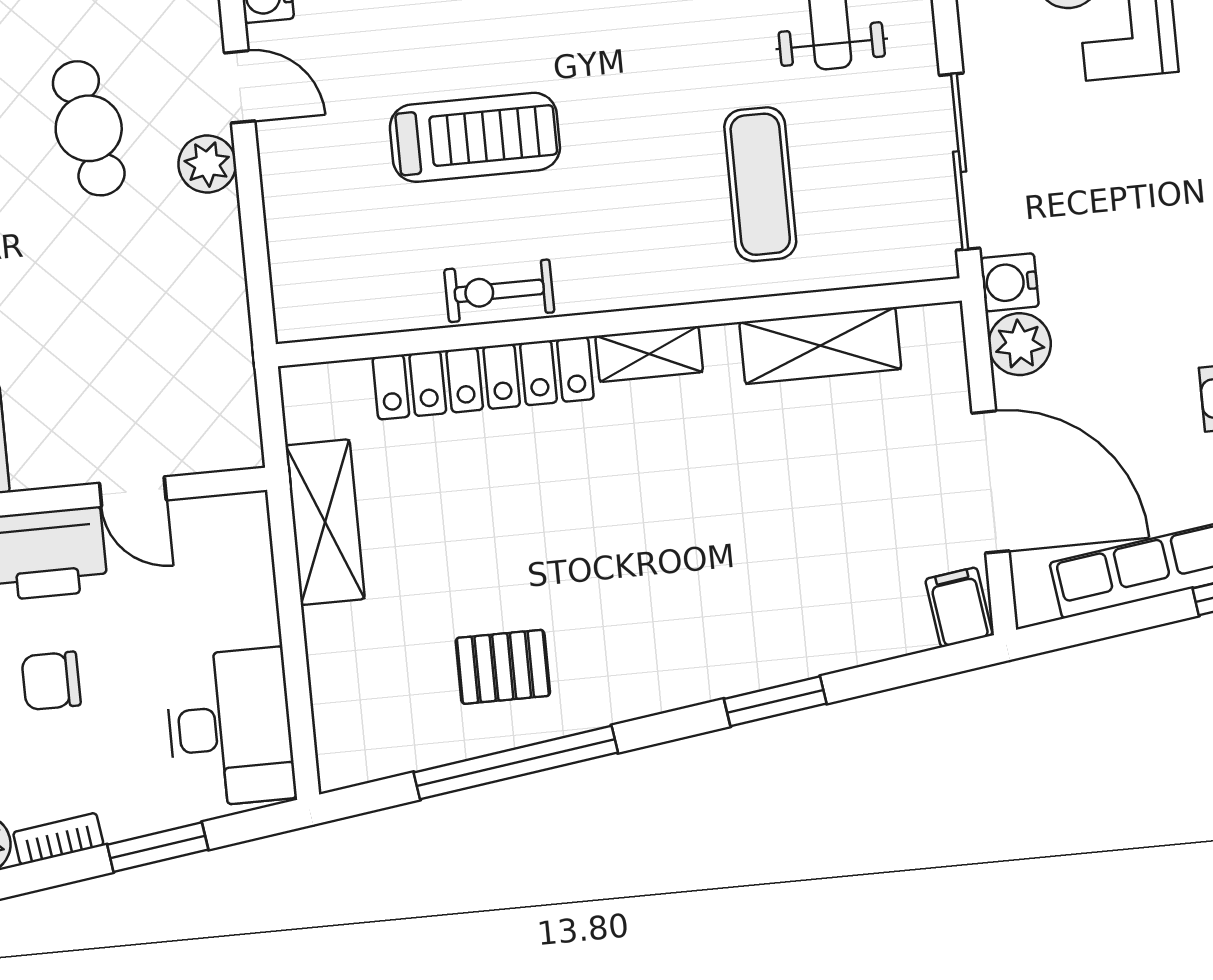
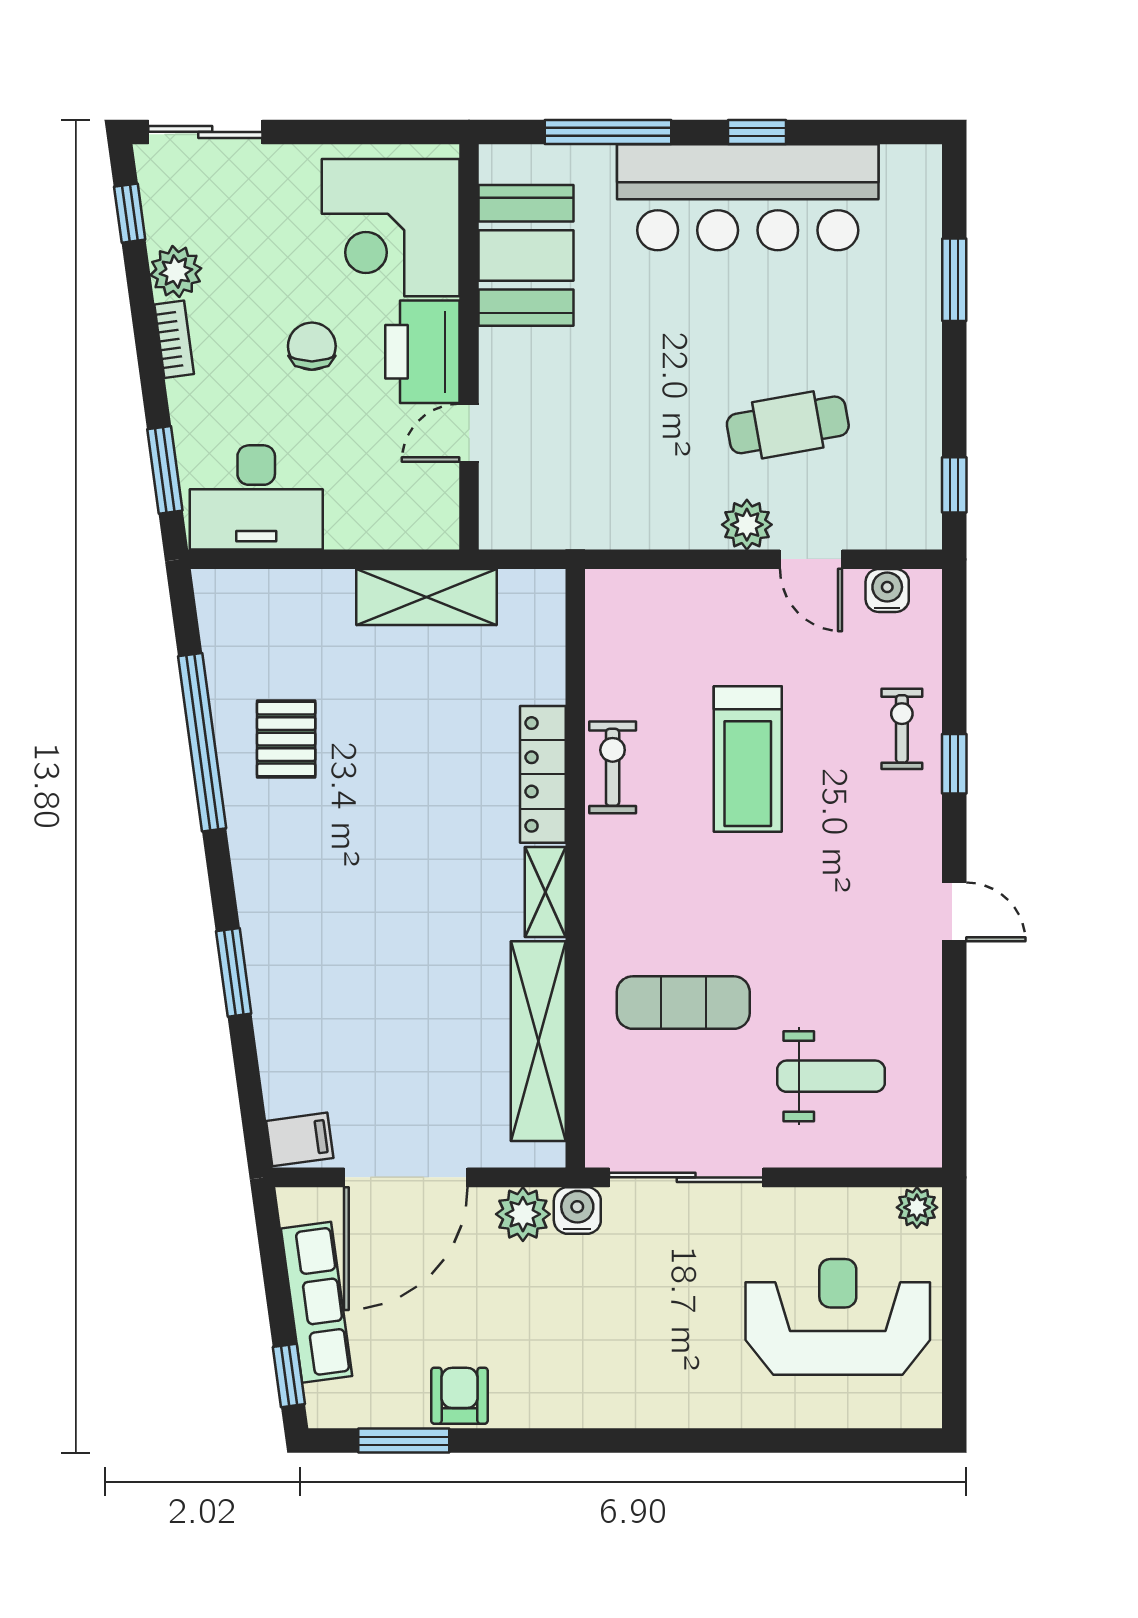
door: (240, 87) -> (811, 559), hinge flipped
shelving: (820, 346) -> (538, 1041), width x1.47
locker: (483, 378) -> (543, 774), width x0.71, depth x0.83
window: (158, 847) -> (165, 470), moved

